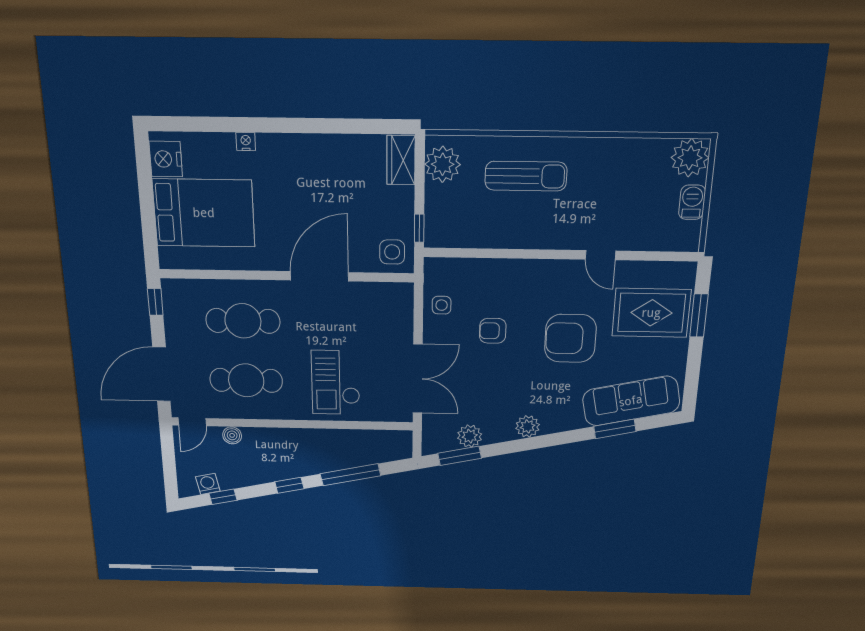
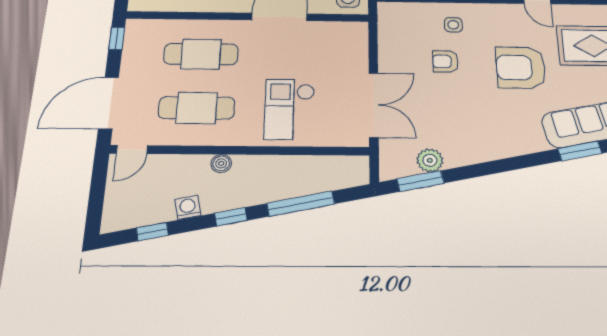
side table: (442, 305) -> (453, 25), moved
plant: (528, 426) -> (490, 150), removed
boiler: (232, 435) -> (221, 163), moved
washing machine: (208, 484) -> (188, 207), moved

